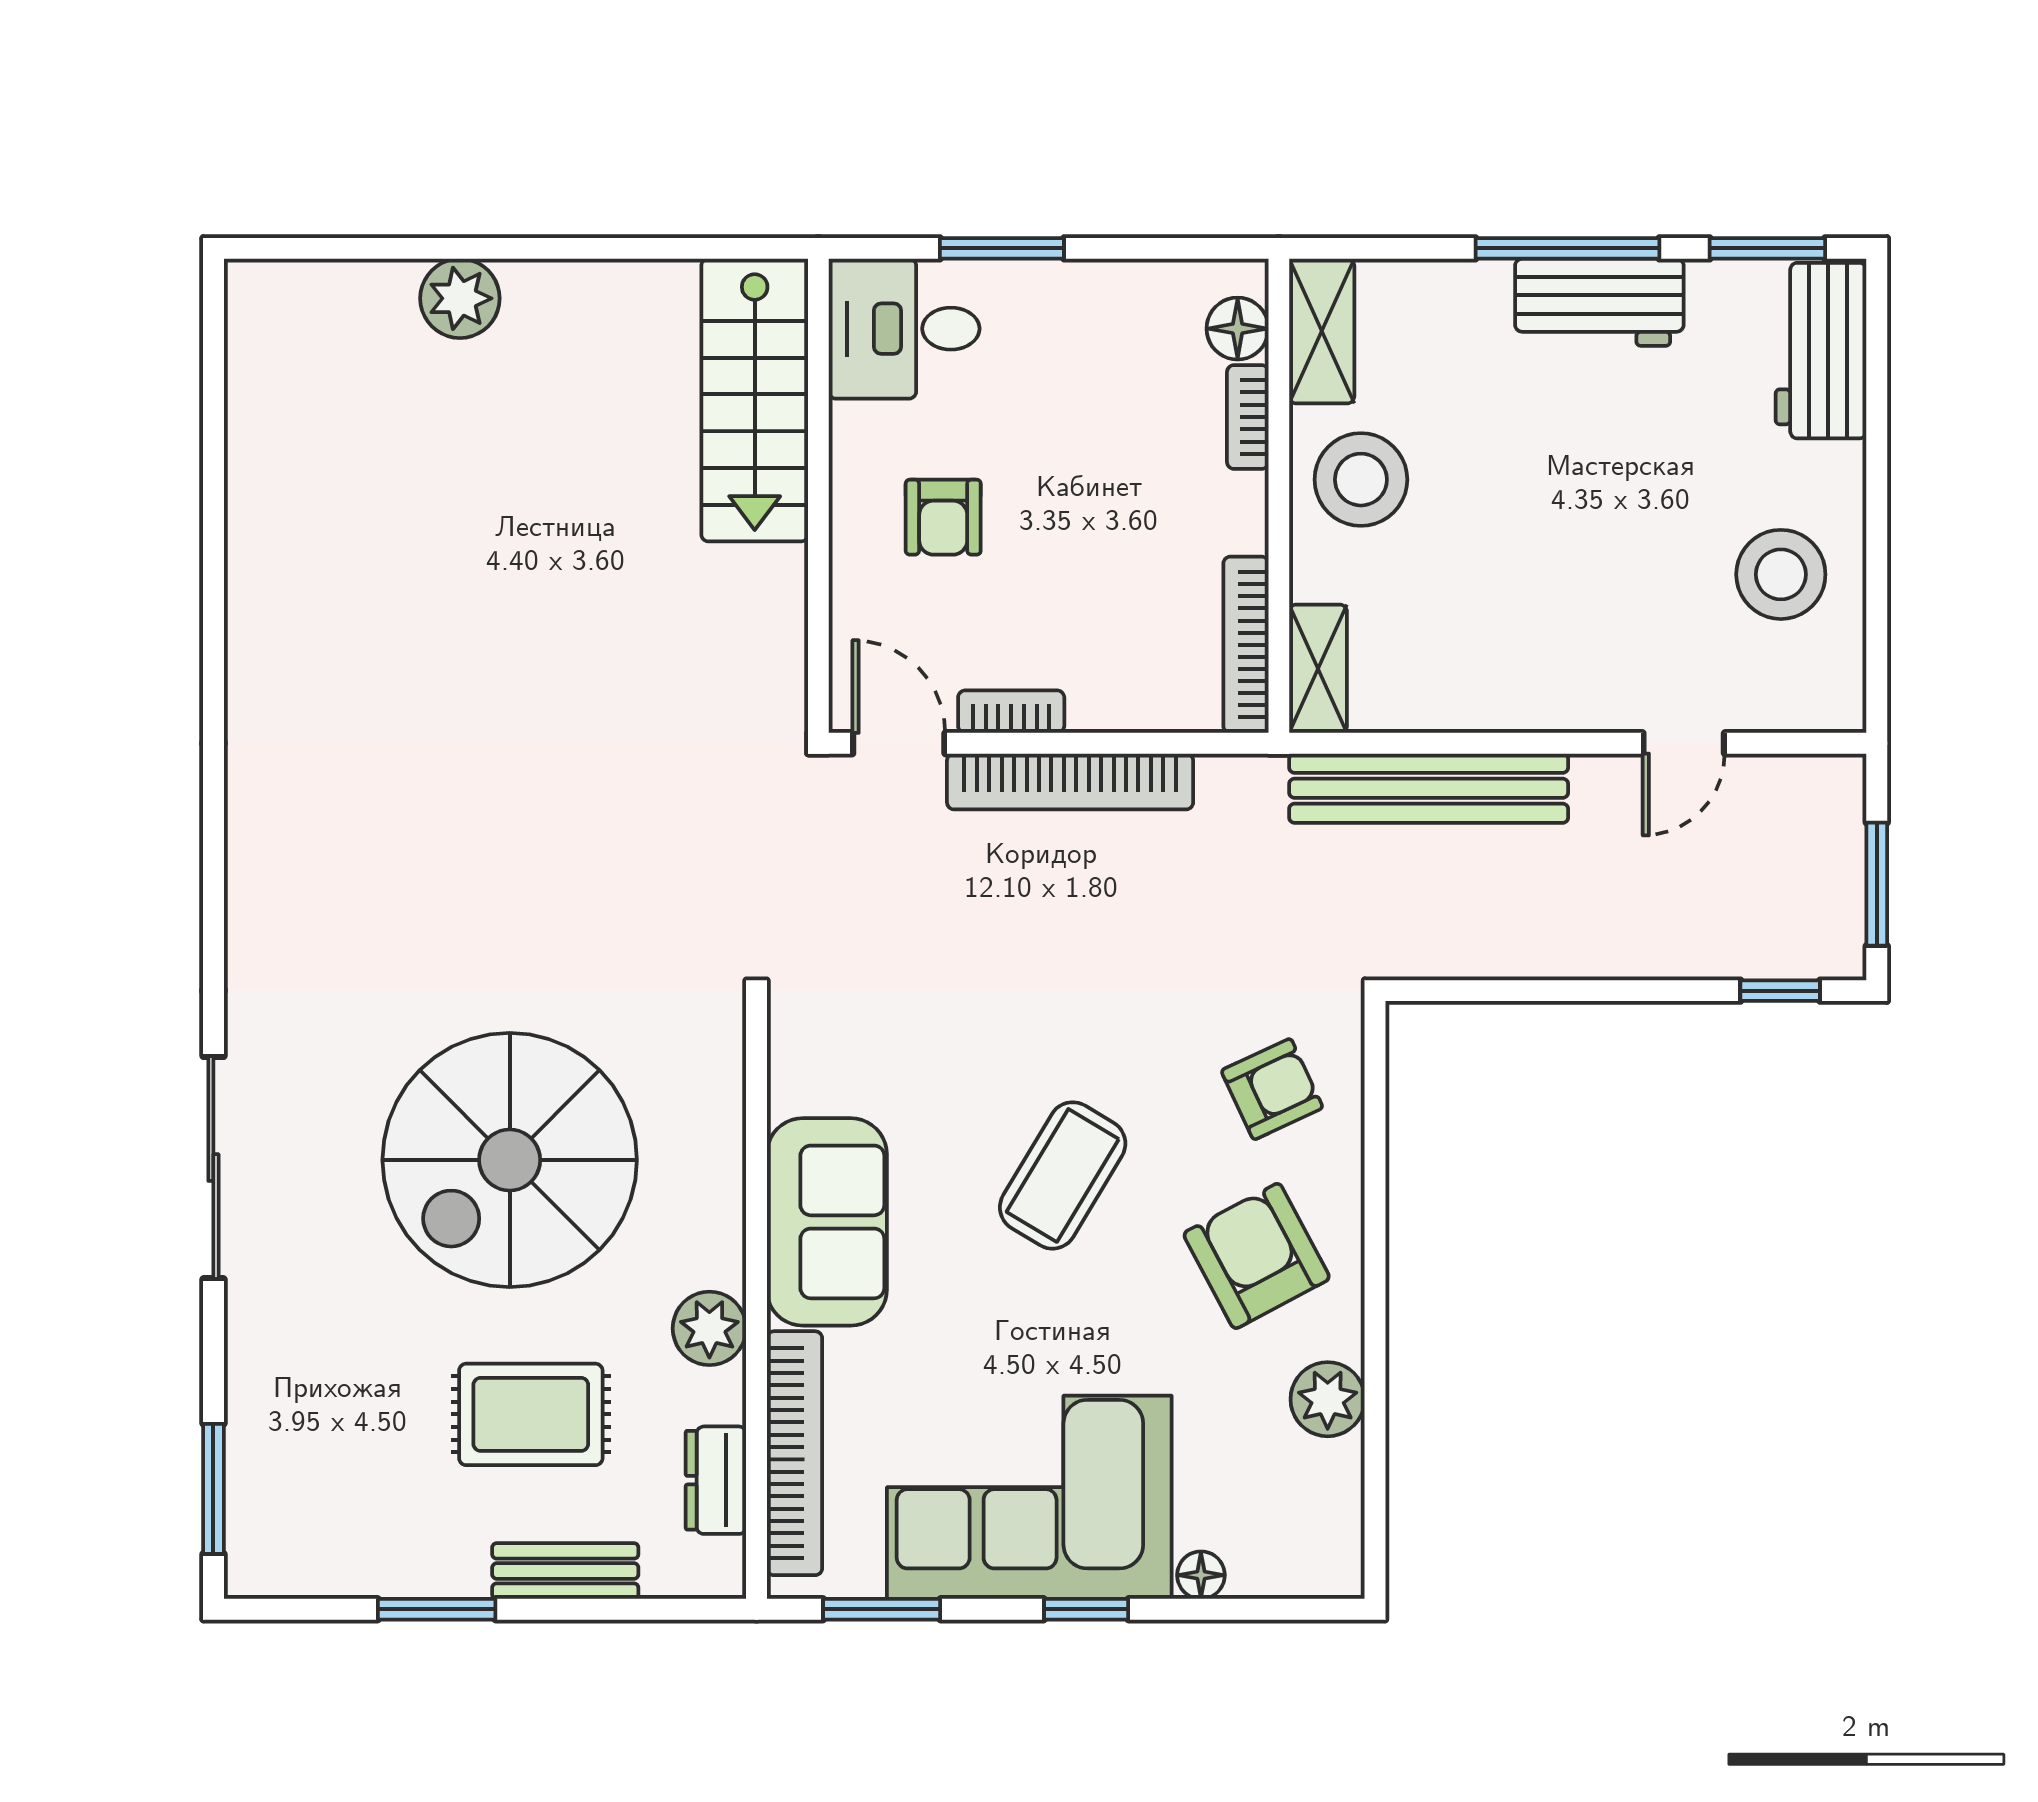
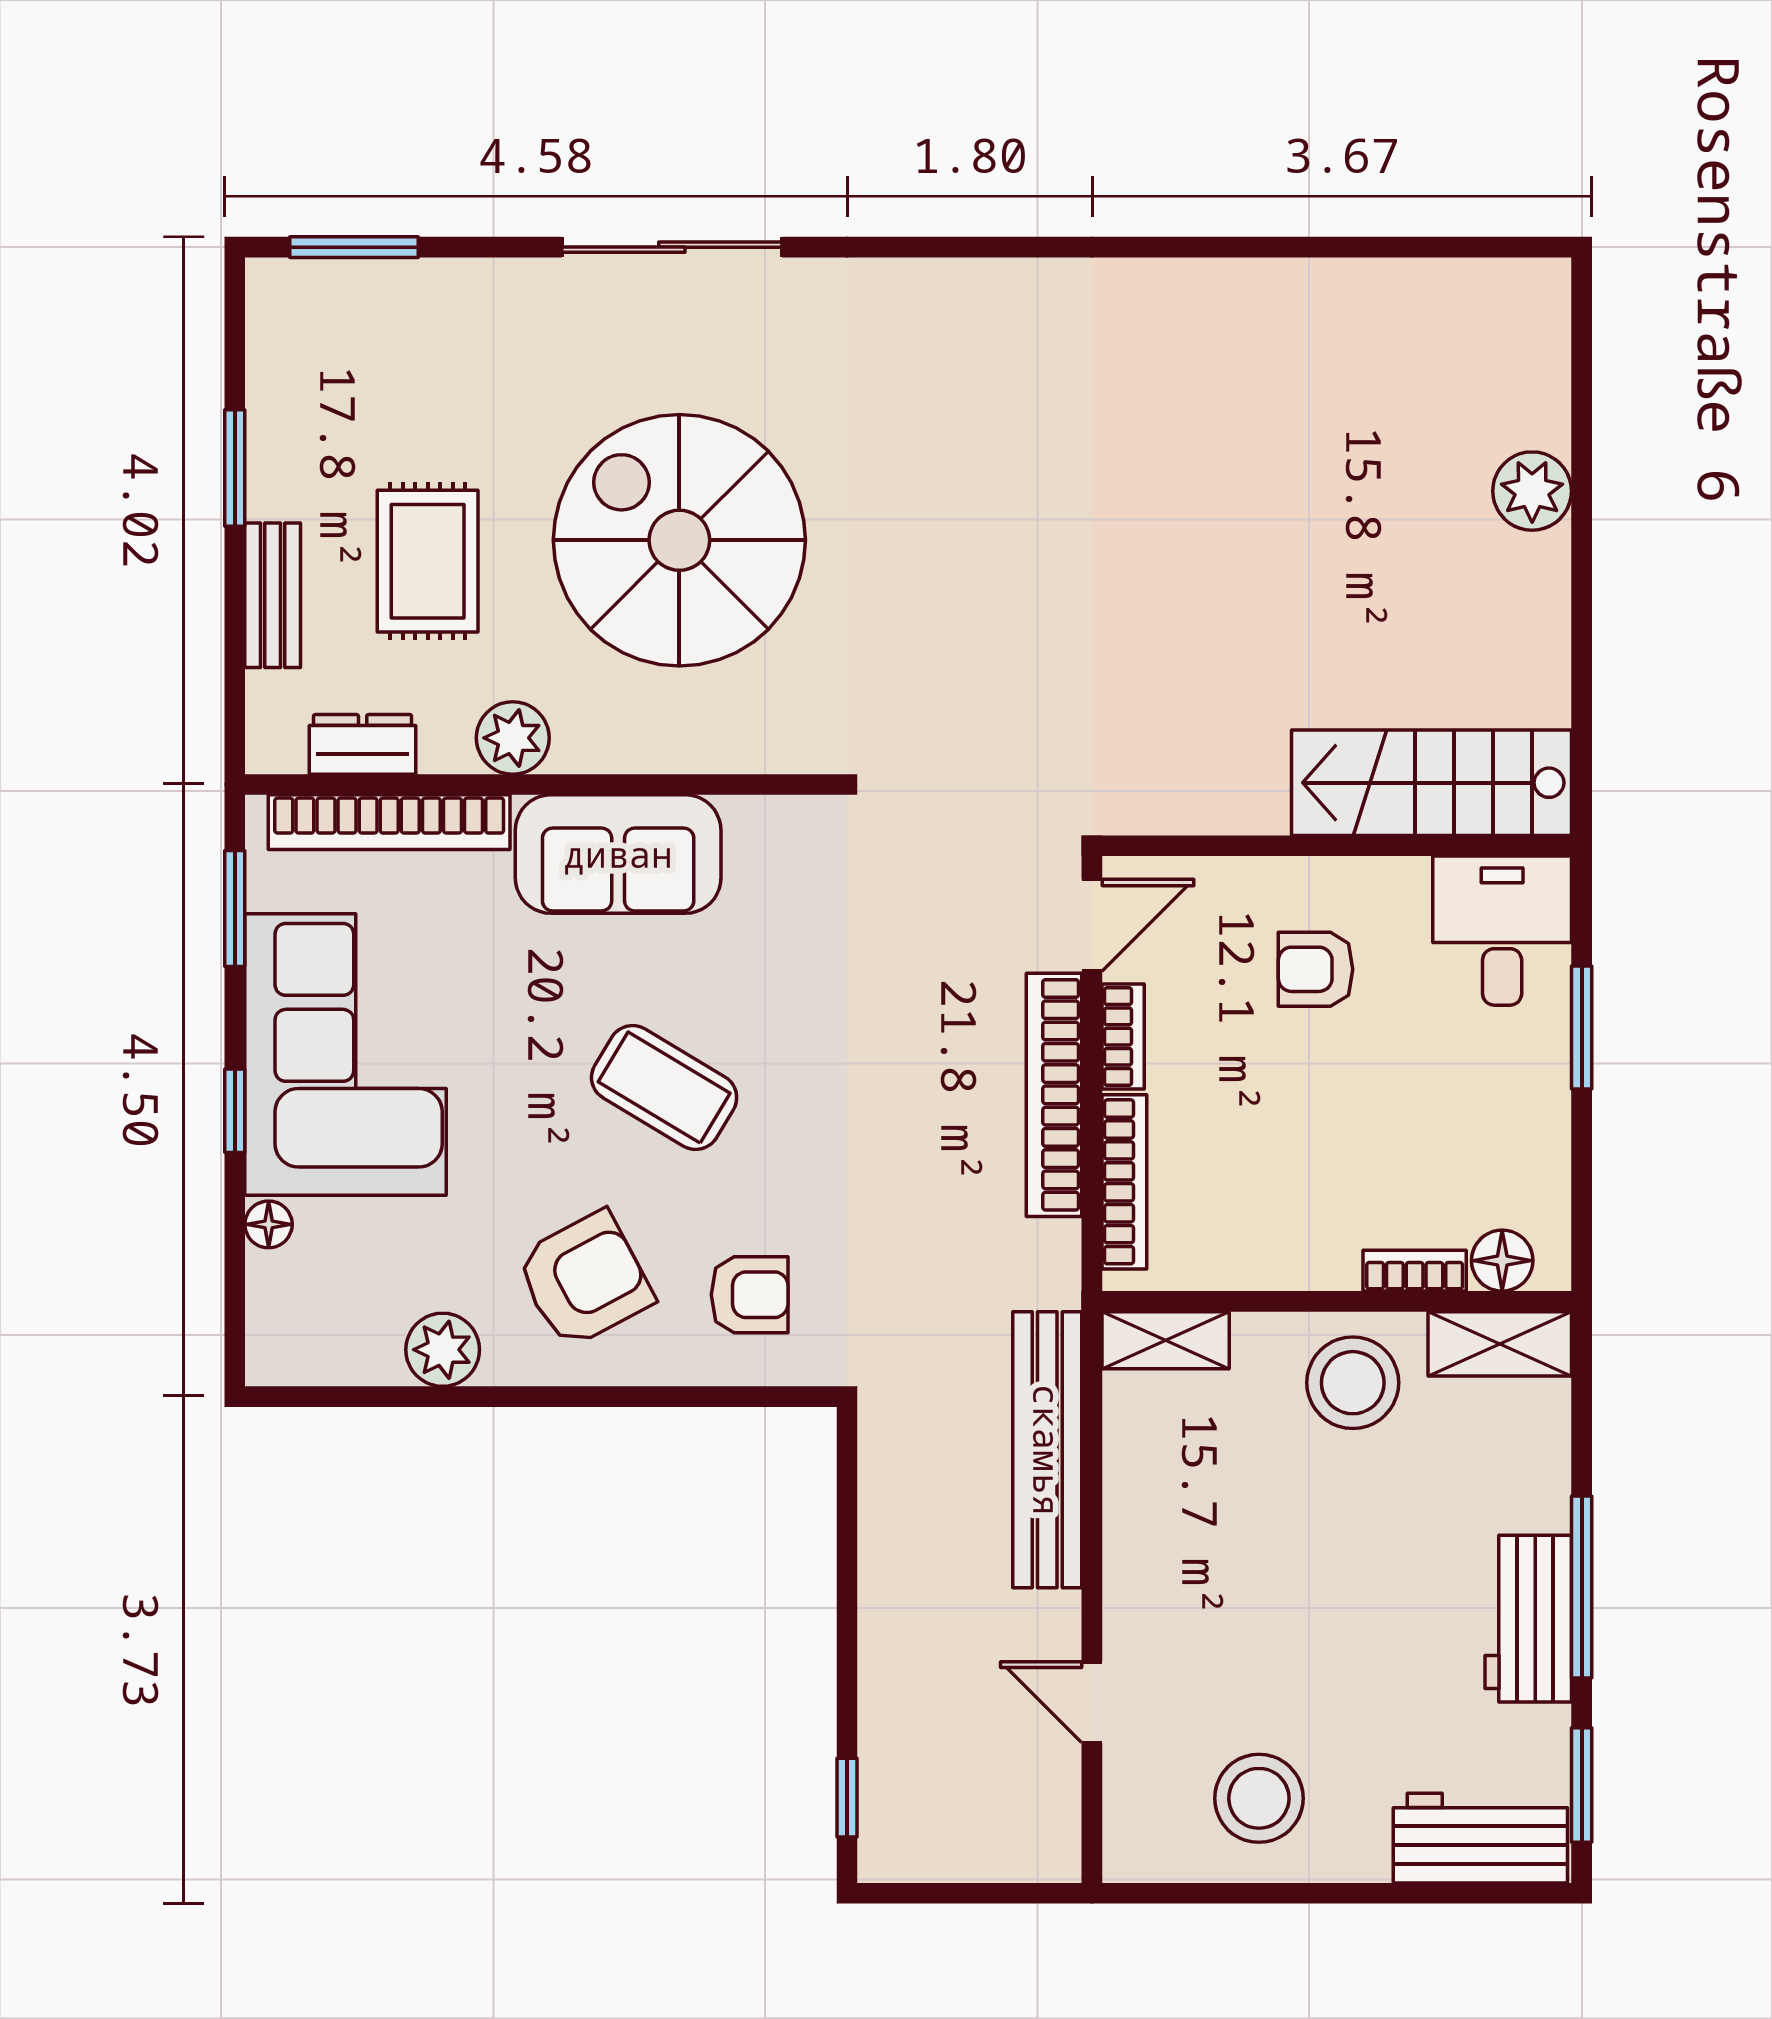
bookcase: (1246, 645) -> (1124, 1182), moved, turned 90
window: (1877, 884) -> (952, 1893), removed
armchair: (1272, 1089) -> (750, 1295), turned -65

